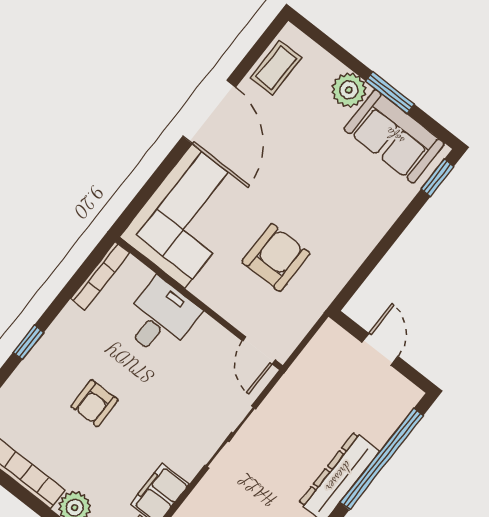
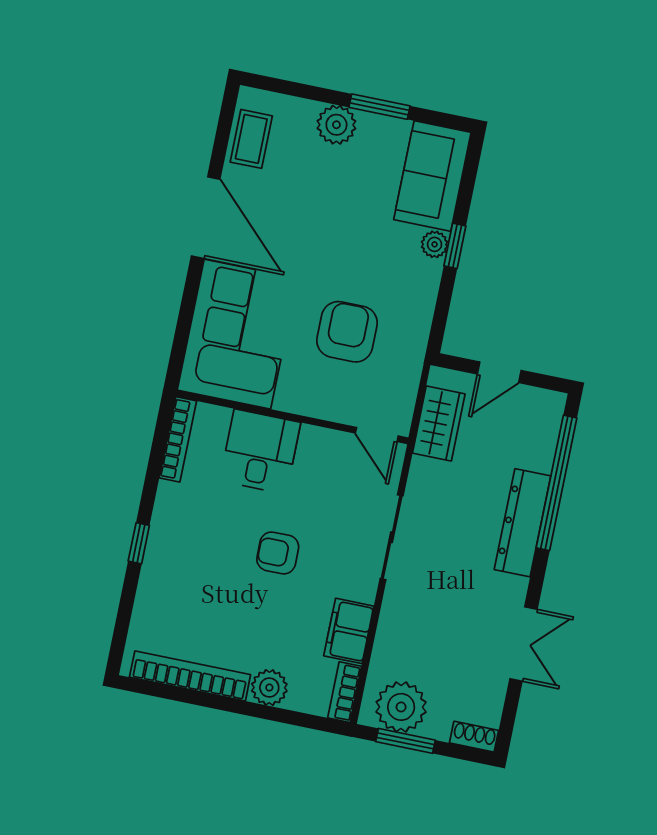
sofa: (394, 136) -> (432, 176), moved, turned 90
window: (437, 178) -> (455, 246), moved
plant: (379, 223) -> (435, 244), added
door: (380, 349) -> (499, 372), swing flipped
wardrobe: (312, 366) -> (439, 423), added
armchair: (94, 403) -> (278, 553), moved, turned 91

